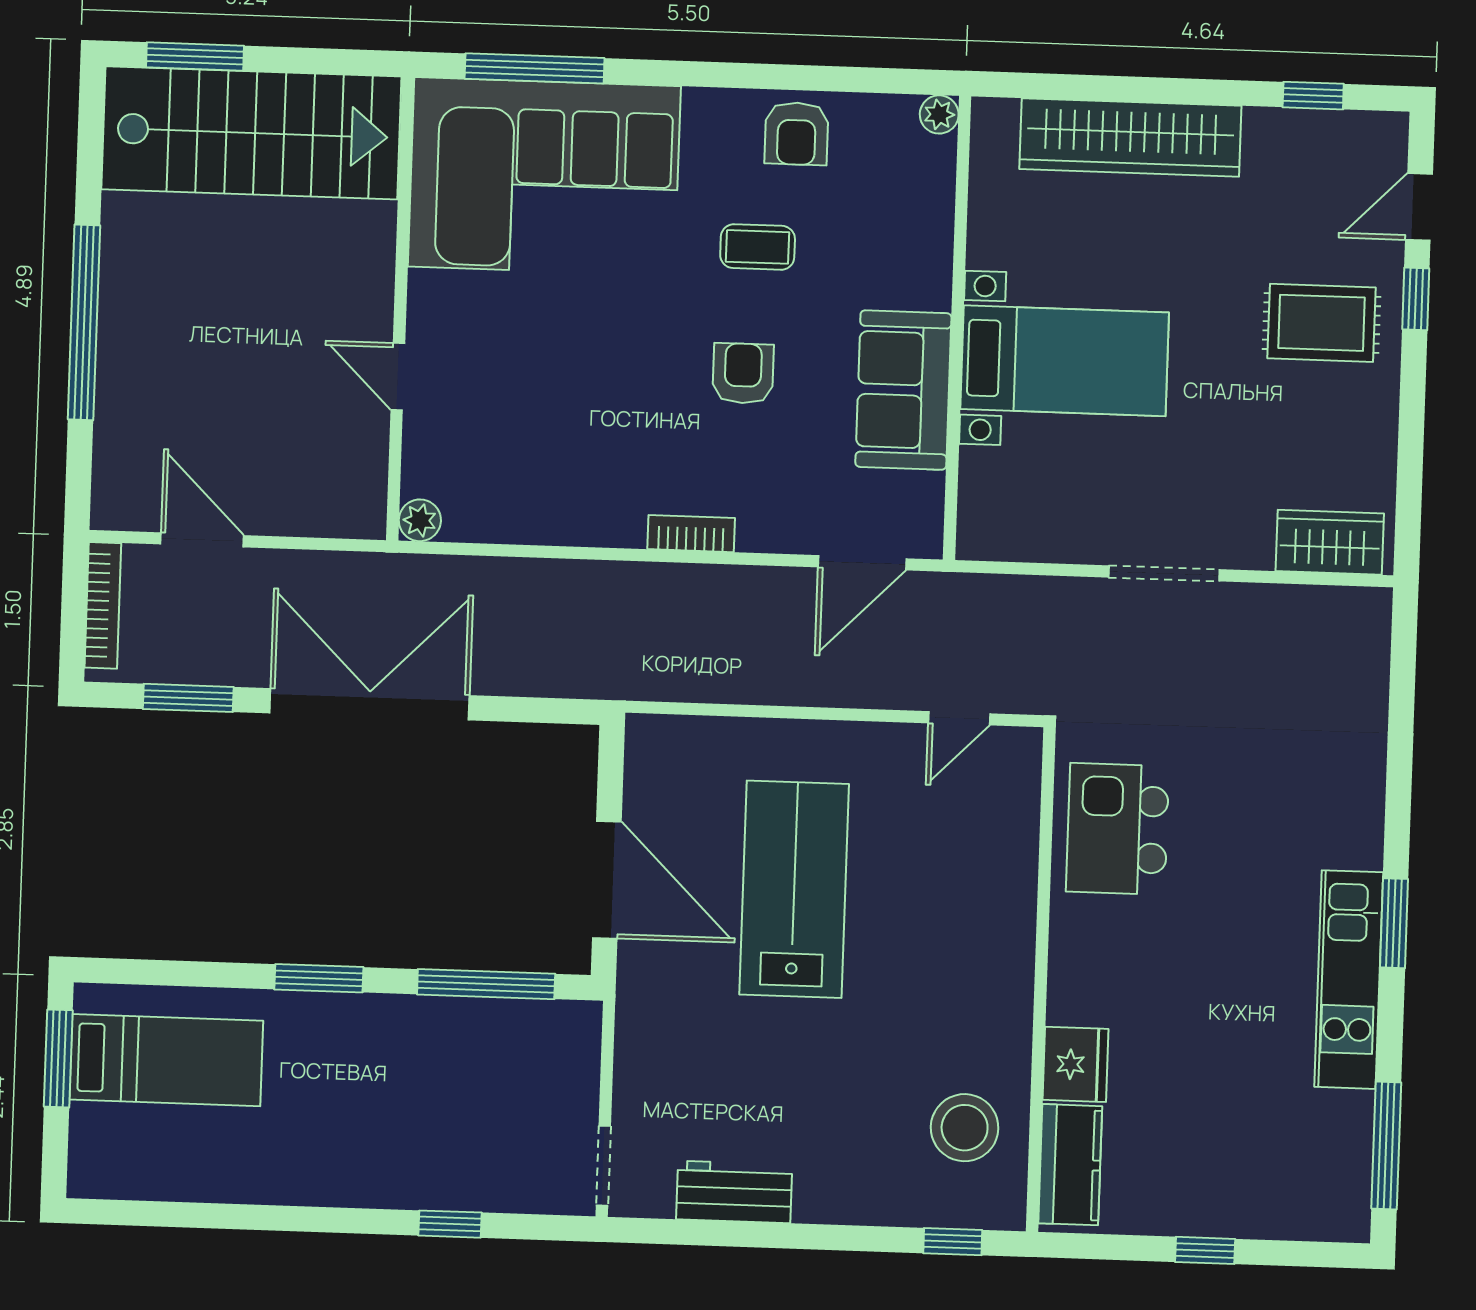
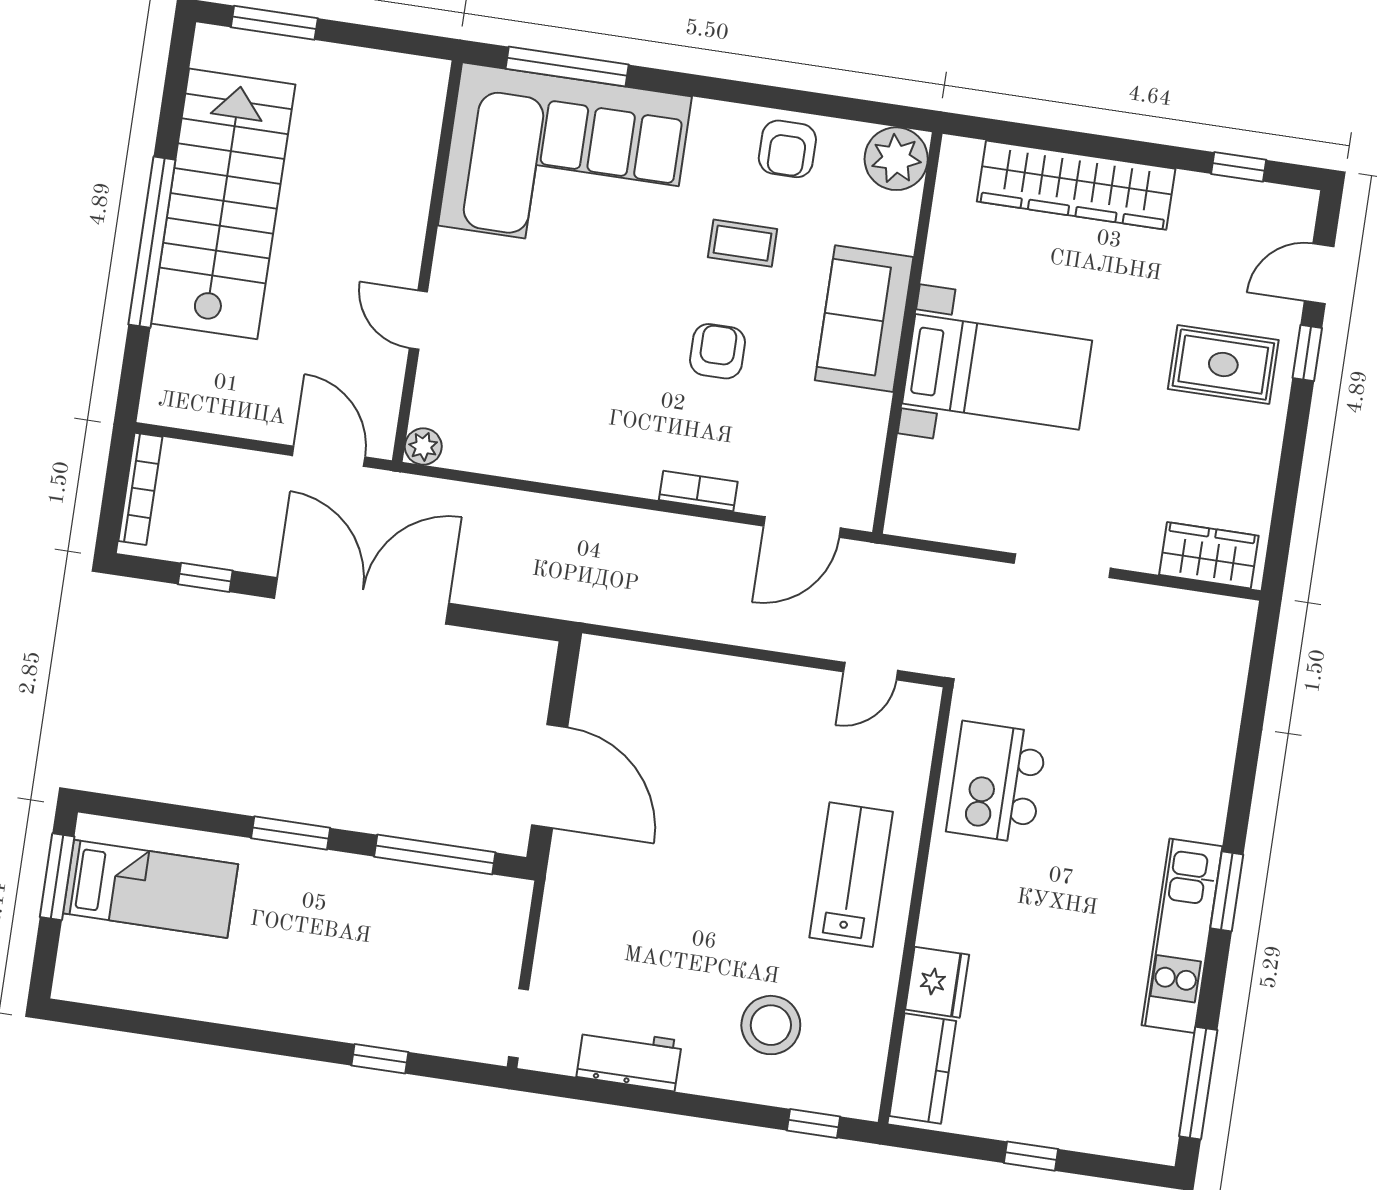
plant: (939, 114) -> (896, 159), width x1.87, depth x1.87
stairs: (251, 133) -> (223, 204), moved, turned -90
sofa: (903, 390) -> (864, 319), moved
bookcase: (691, 534) -> (698, 491), moved
door: (202, 540) -> (329, 456), moved
window: (188, 698) -> (205, 577), width x0.67
lab bench: (794, 889) -> (851, 875), moved, width x0.73, depth x0.72
stool: (965, 1128) -> (771, 1025), moved

